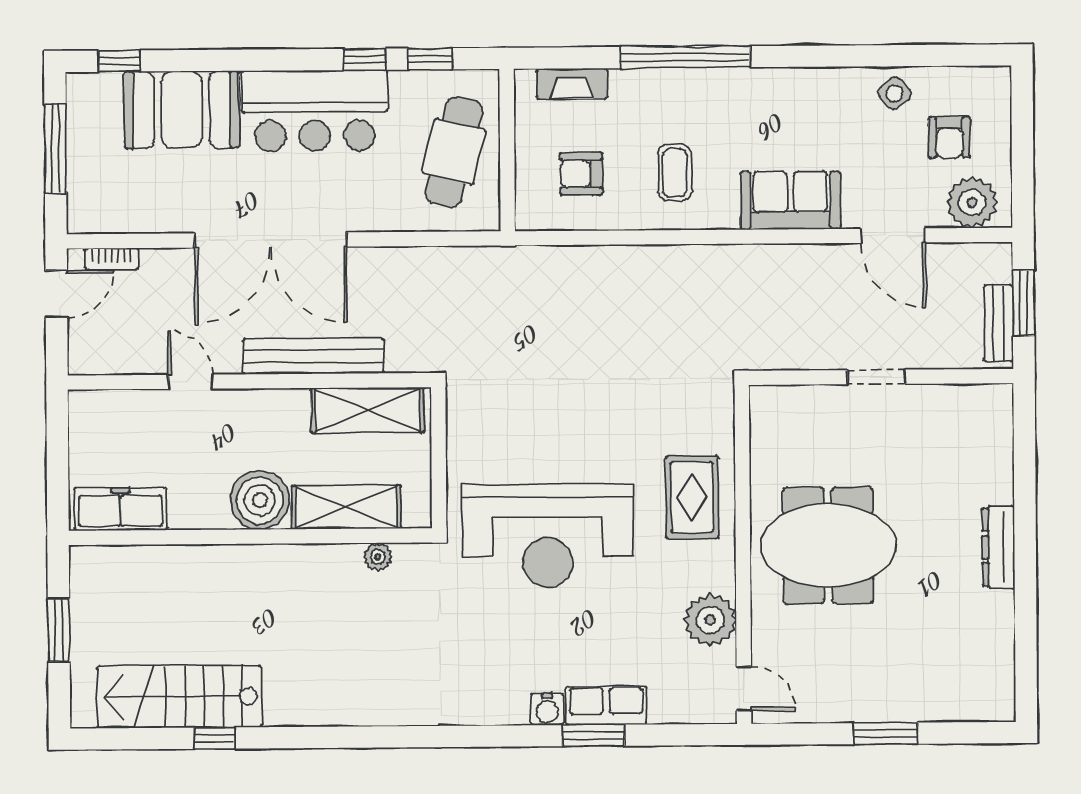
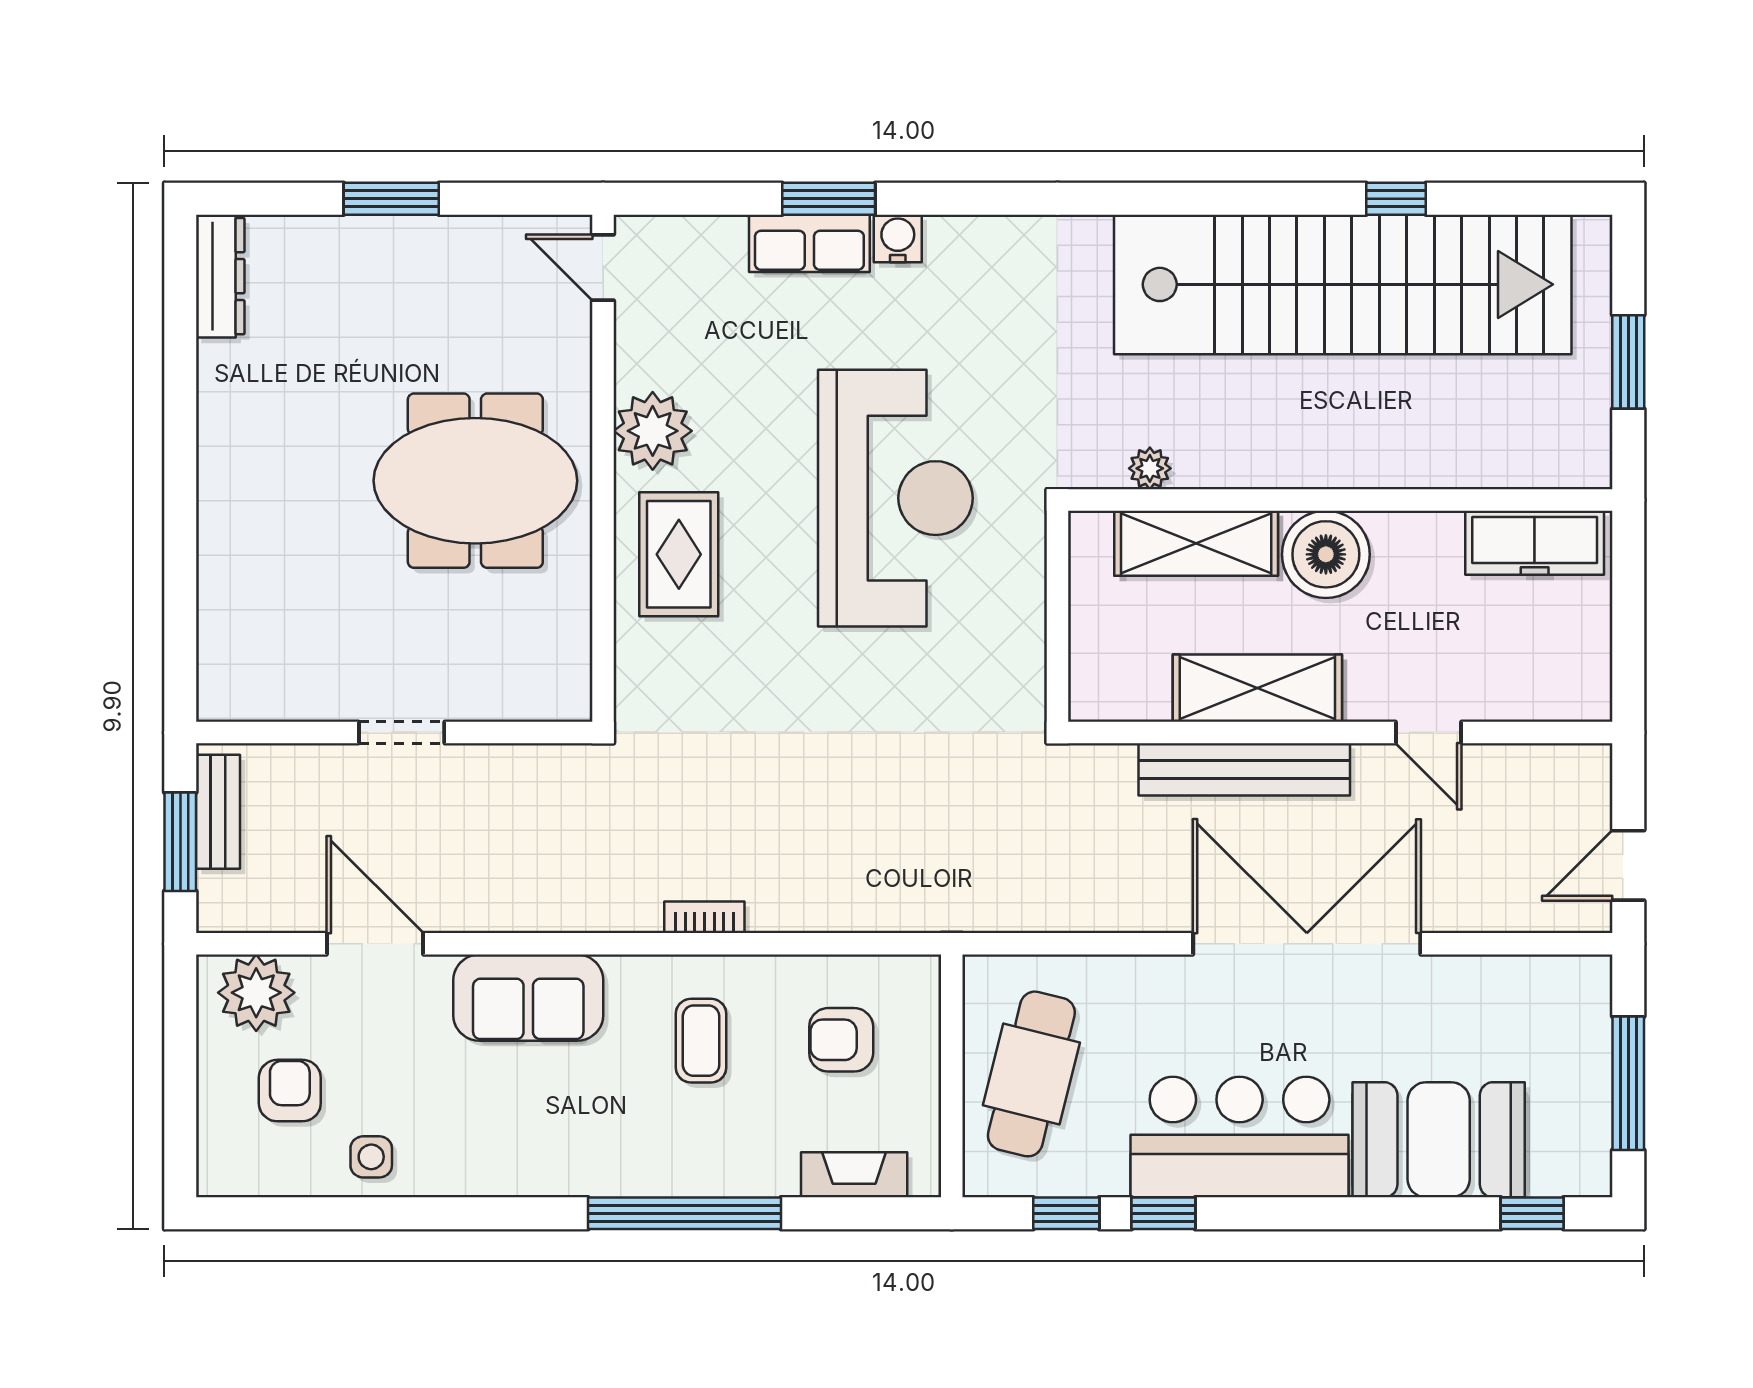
side table: (895, 93) -> (371, 1157), turned 38
armchair: (581, 174) -> (841, 1040), turned 180
bookcase: (112, 259) -> (704, 917), moved
shelving: (368, 410) -> (1257, 688), moved
reception desk: (548, 536) -> (895, 498), turned 90
dresser: (999, 547) -> (220, 276), moved
plant: (710, 620) -> (653, 431), moved
stairs: (179, 697) -> (1343, 284), width x1.86, depth x1.51

